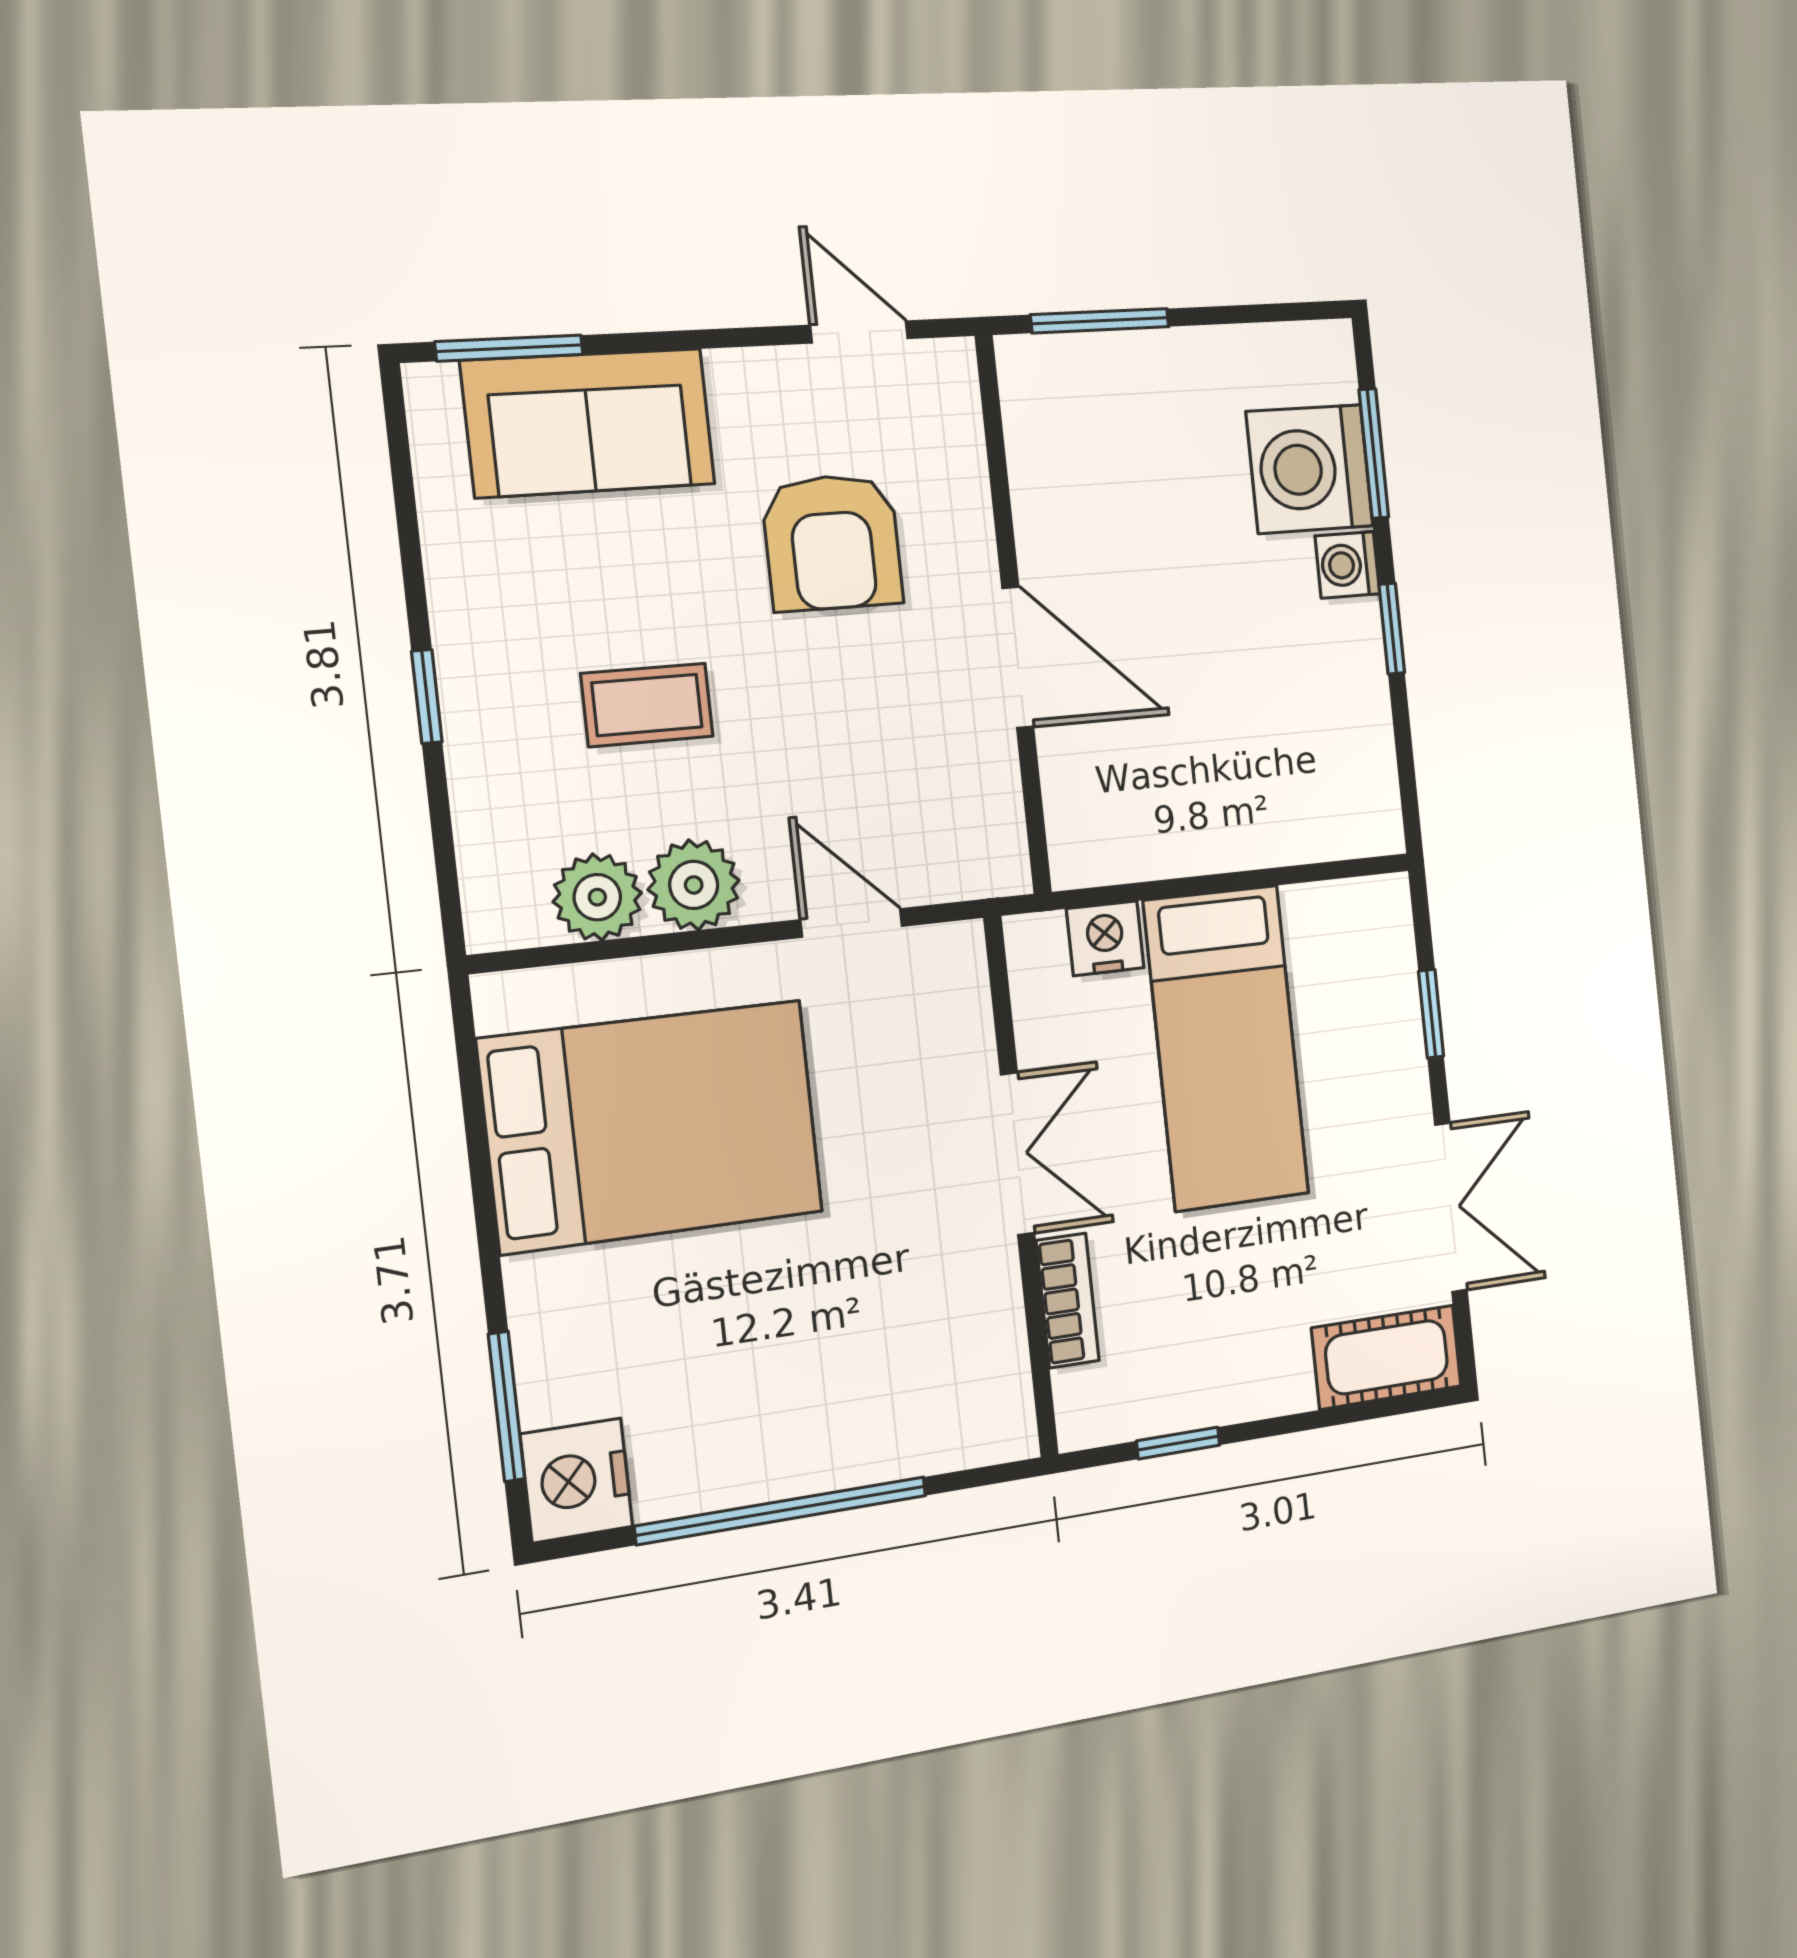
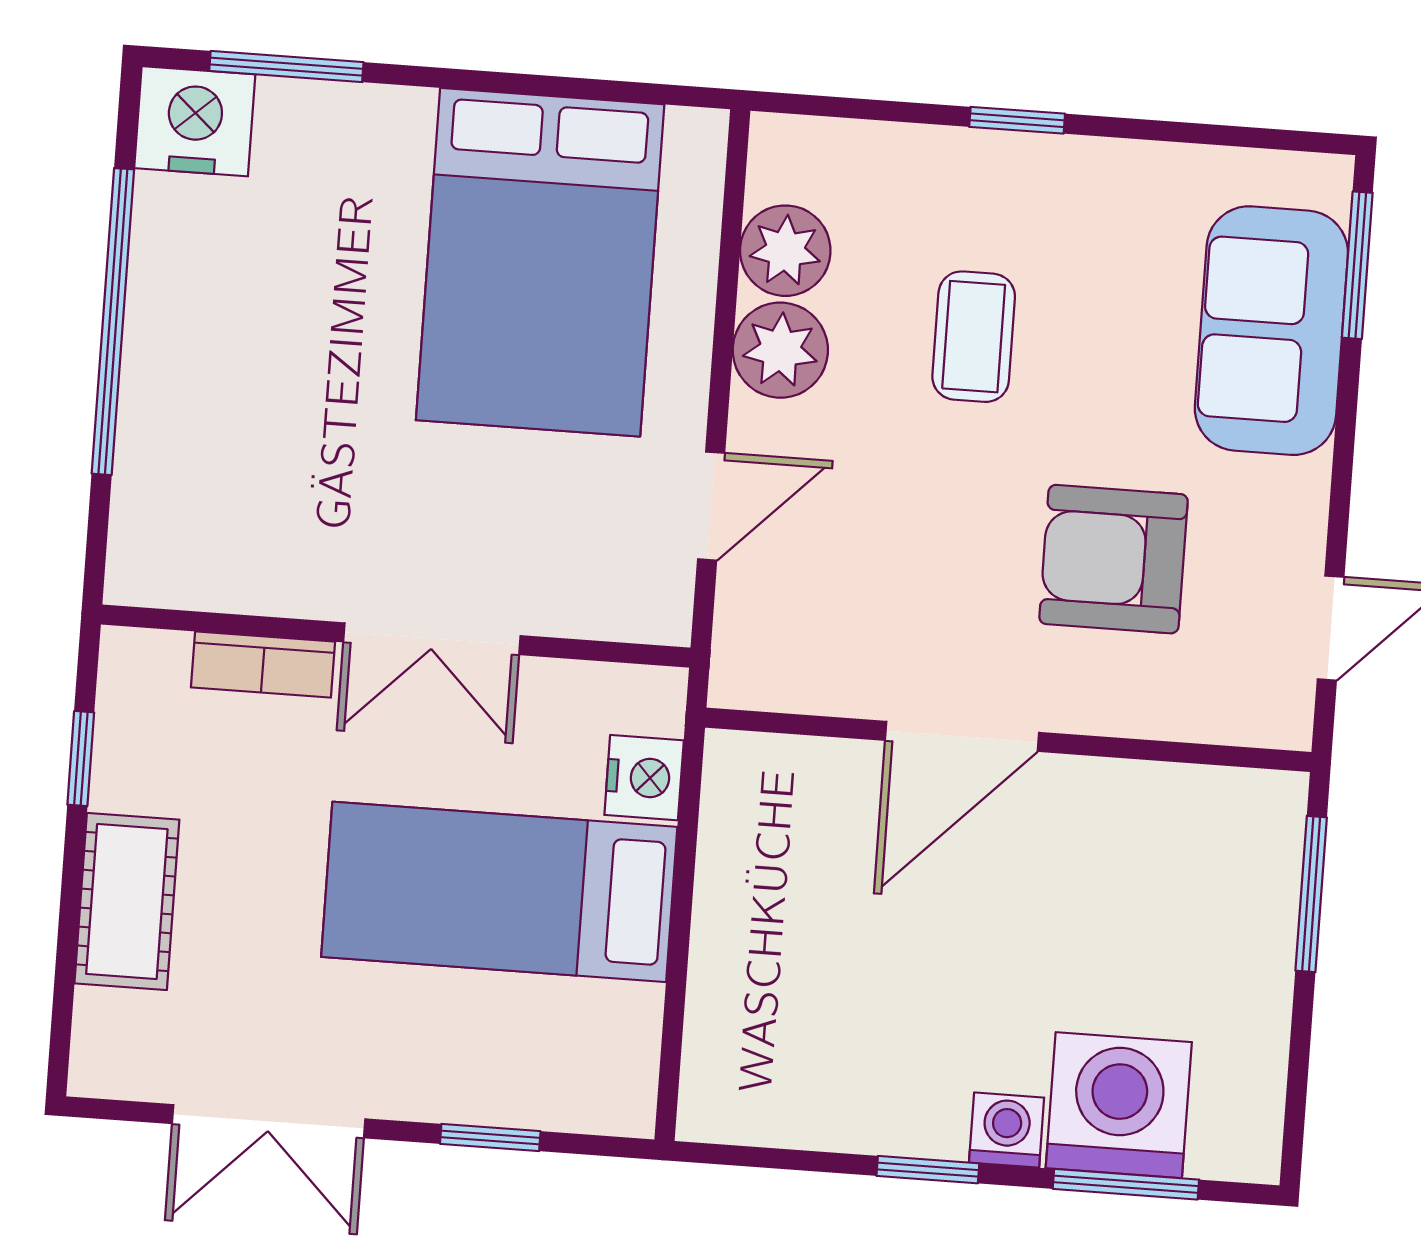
cot: (1387, 1357) -> (127, 902), moved

